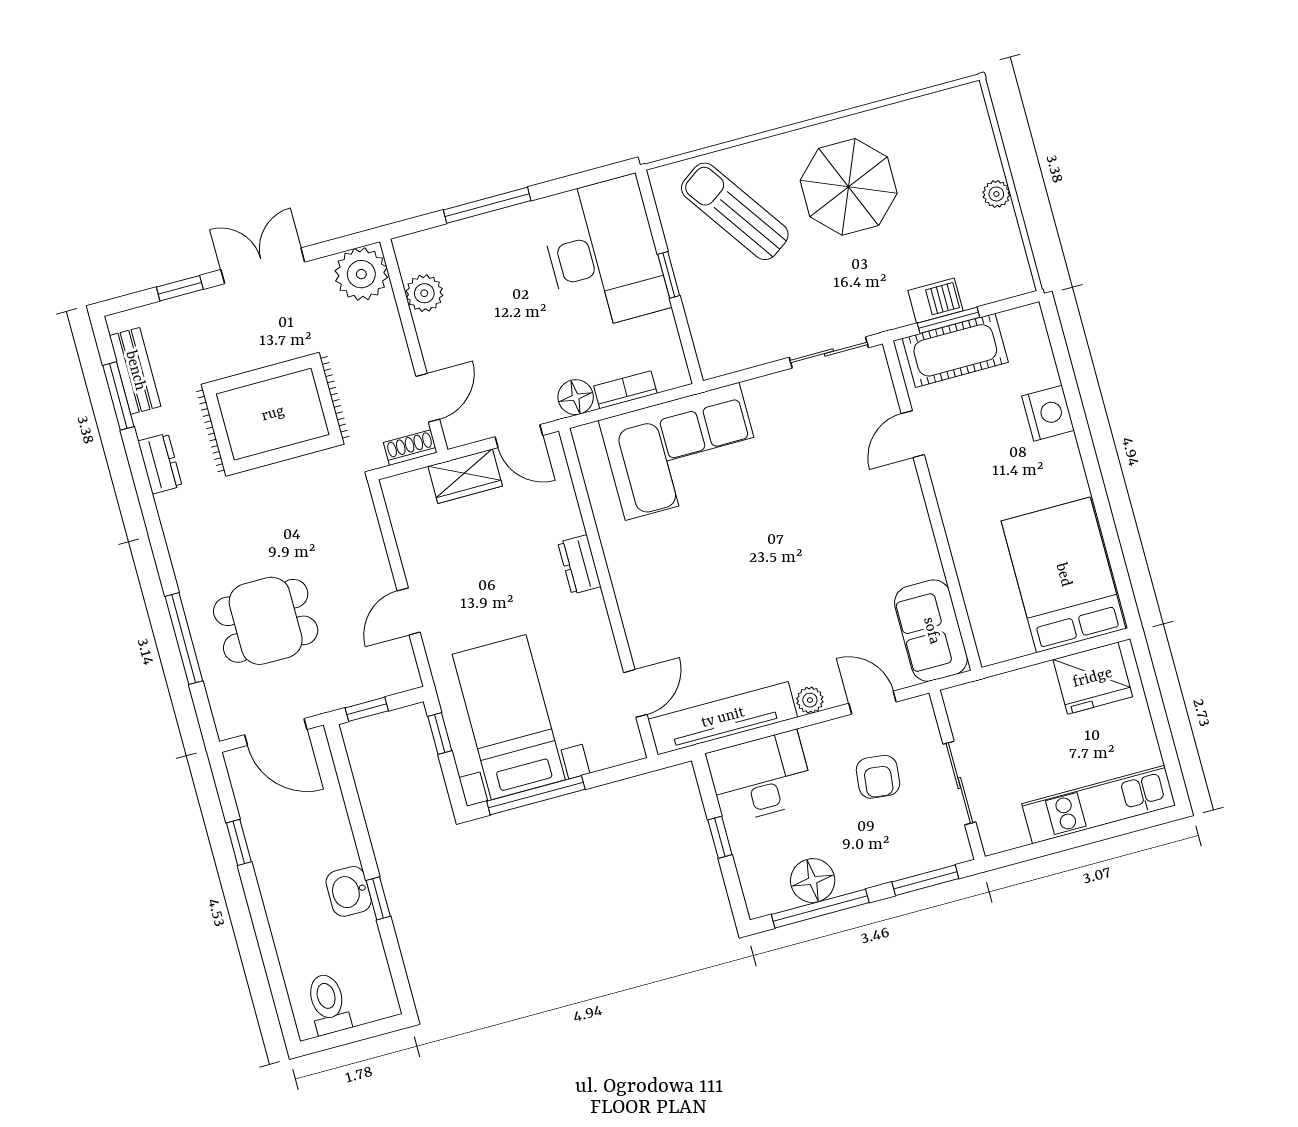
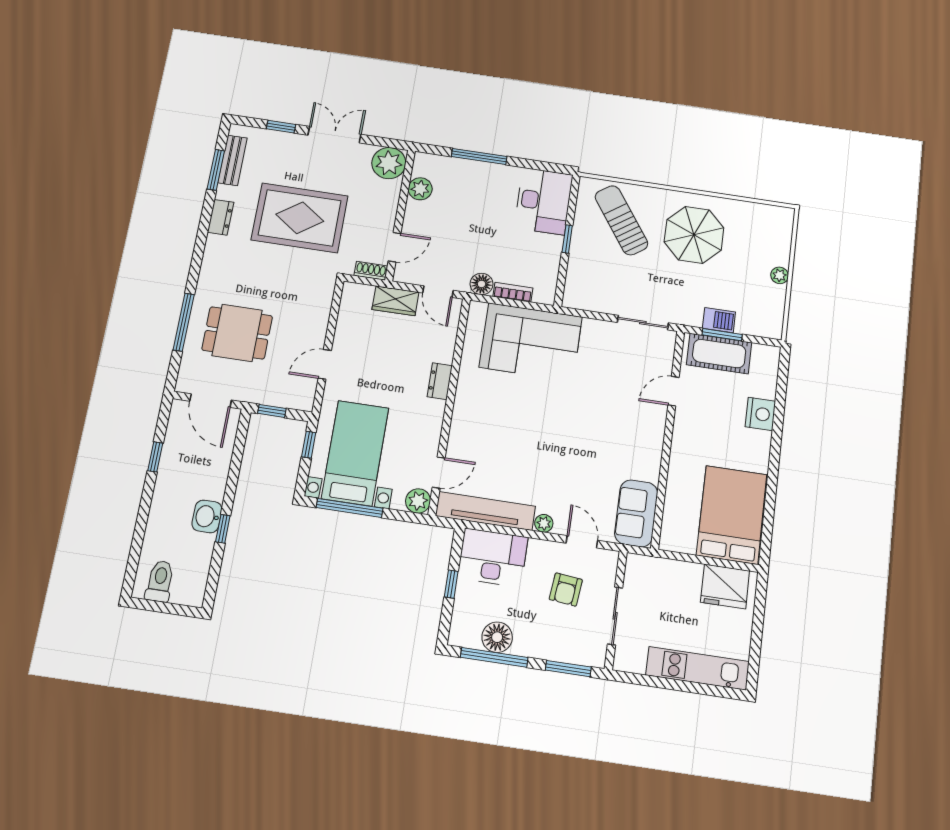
desk: (603, 254) -> (543, 201), width x0.73, depth x0.77
plant: (625, 745) -> (418, 501), added

